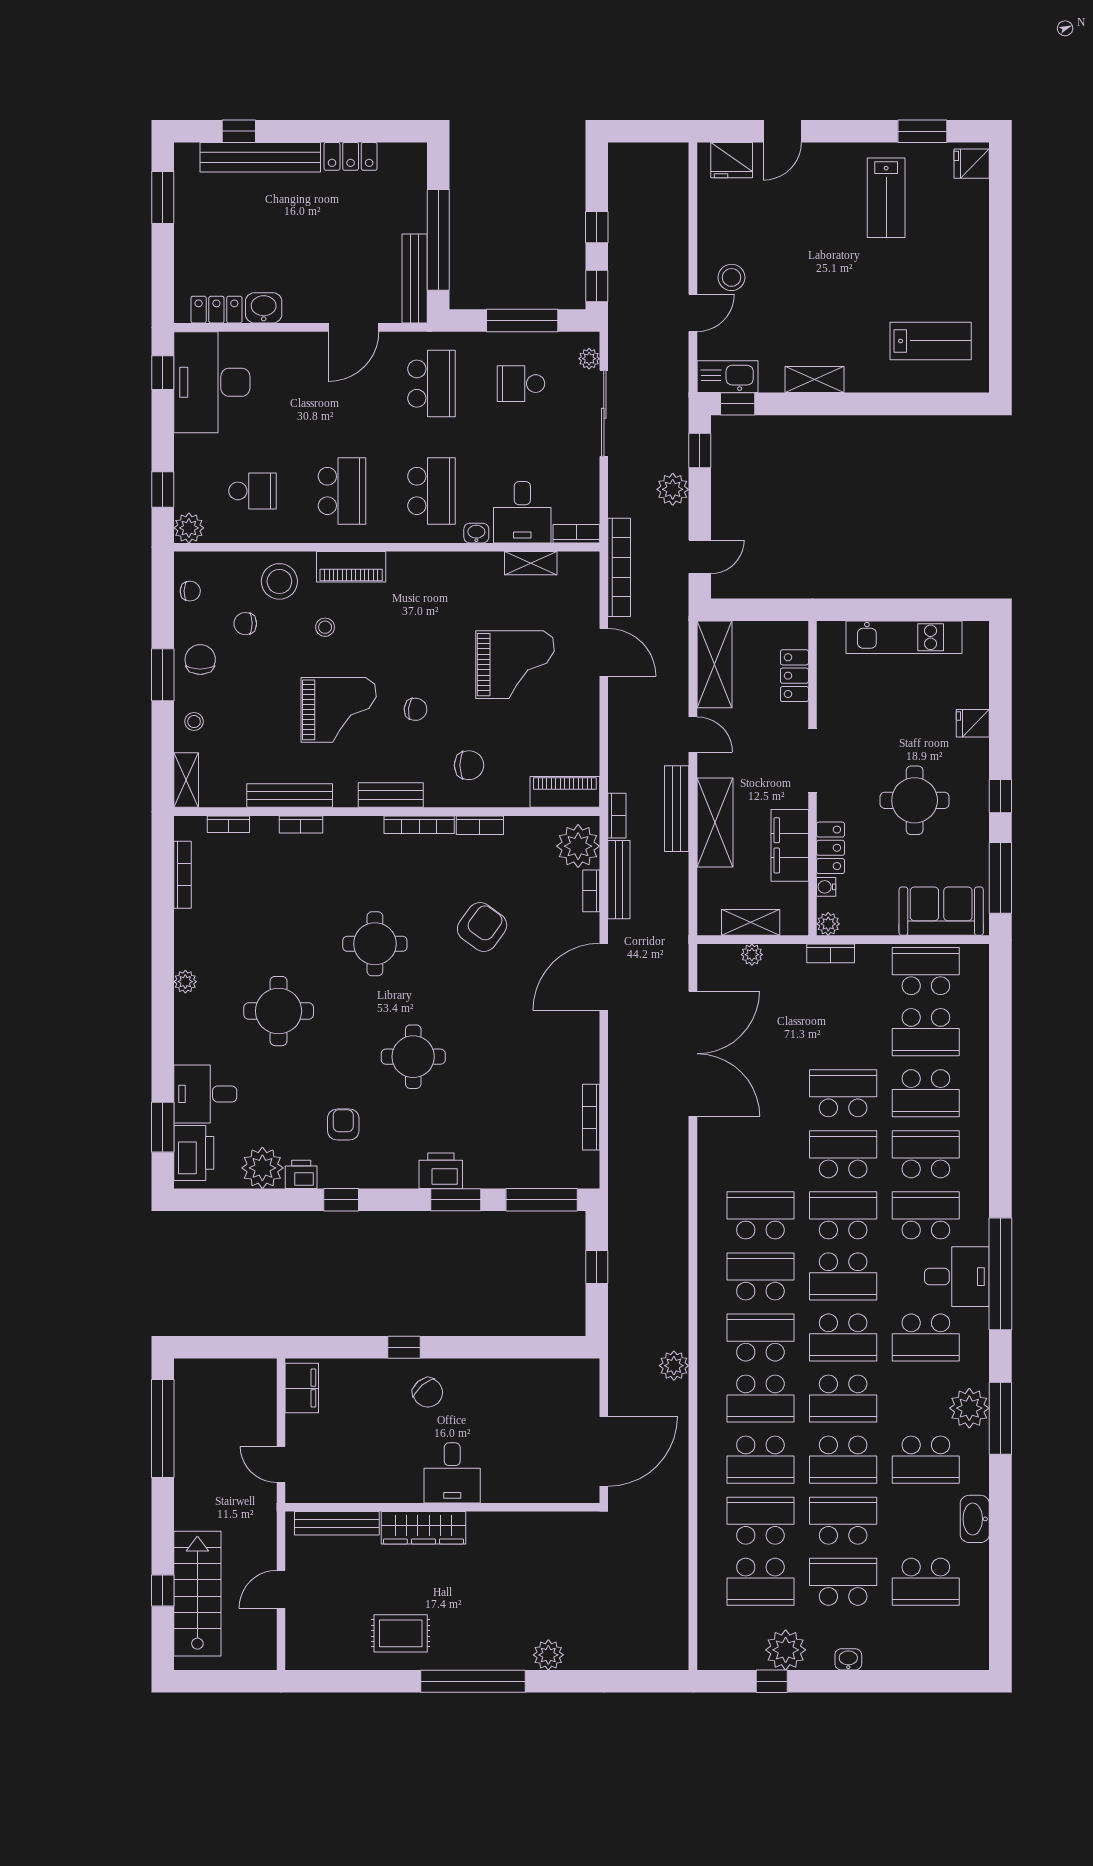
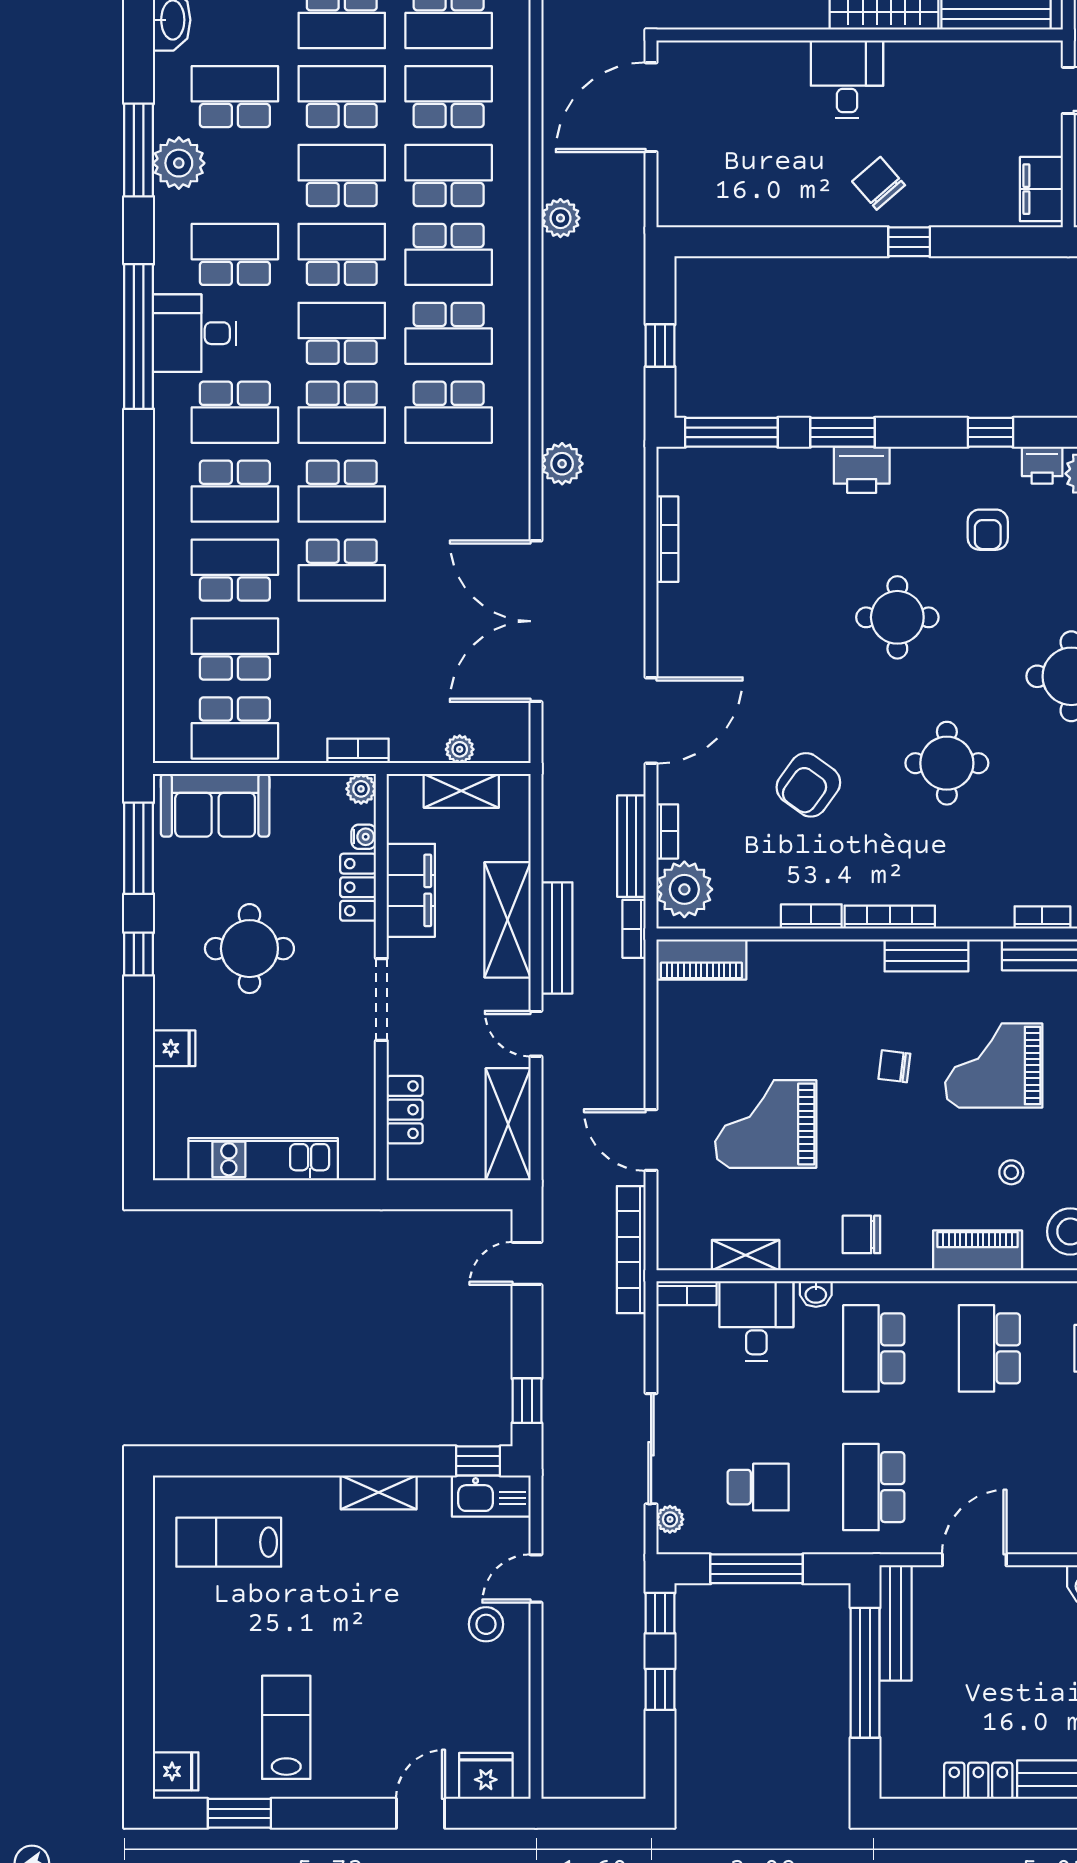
plant: (673, 489) -> (562, 464), moved
chair: (469, 765) -> (861, 1234), moved

